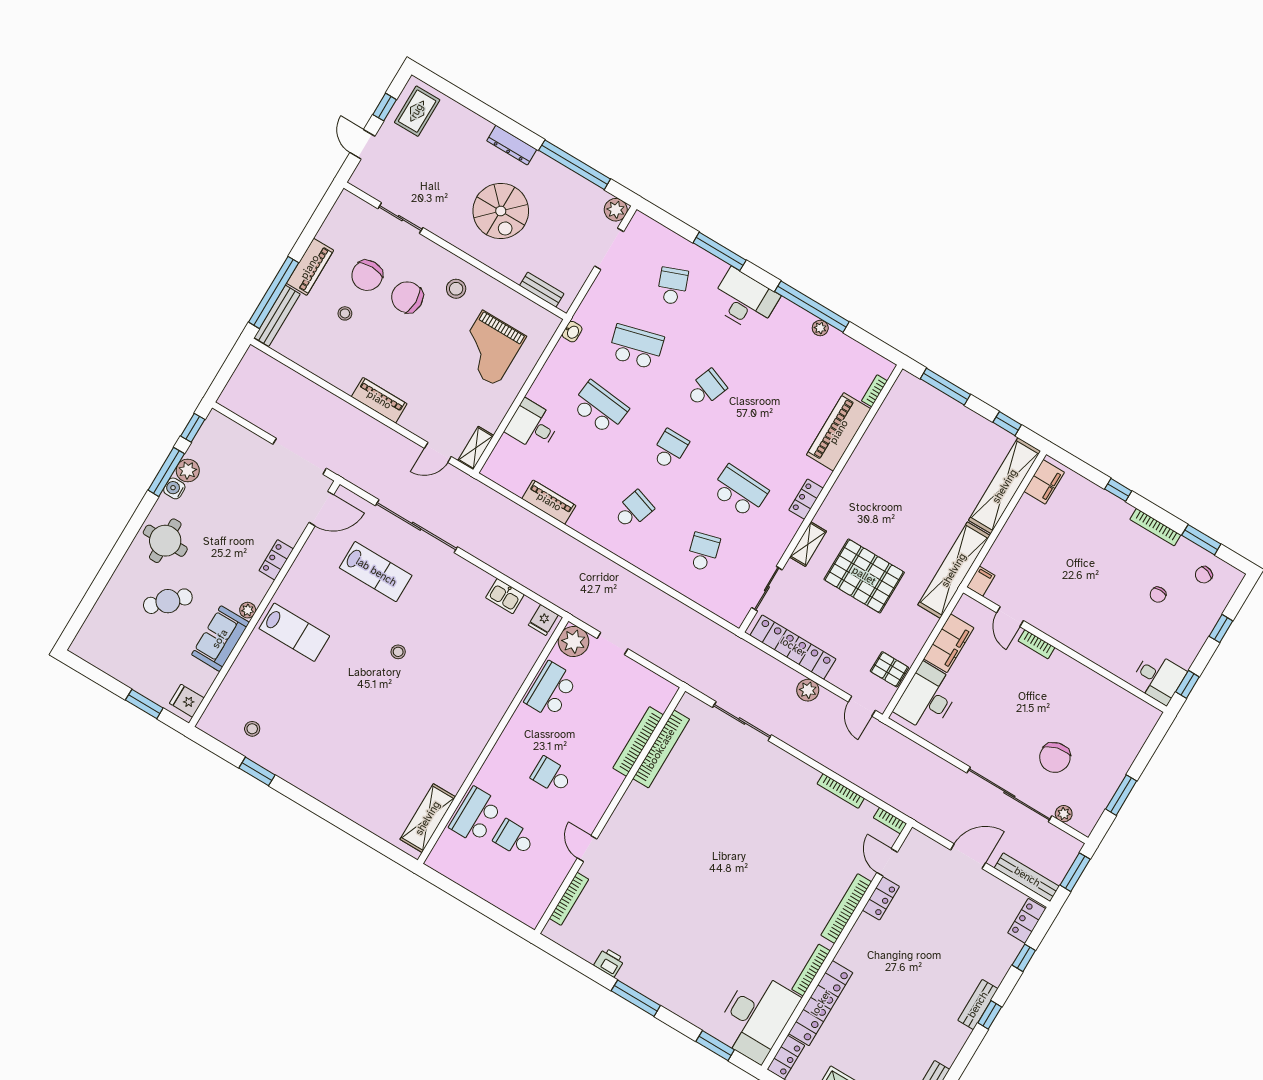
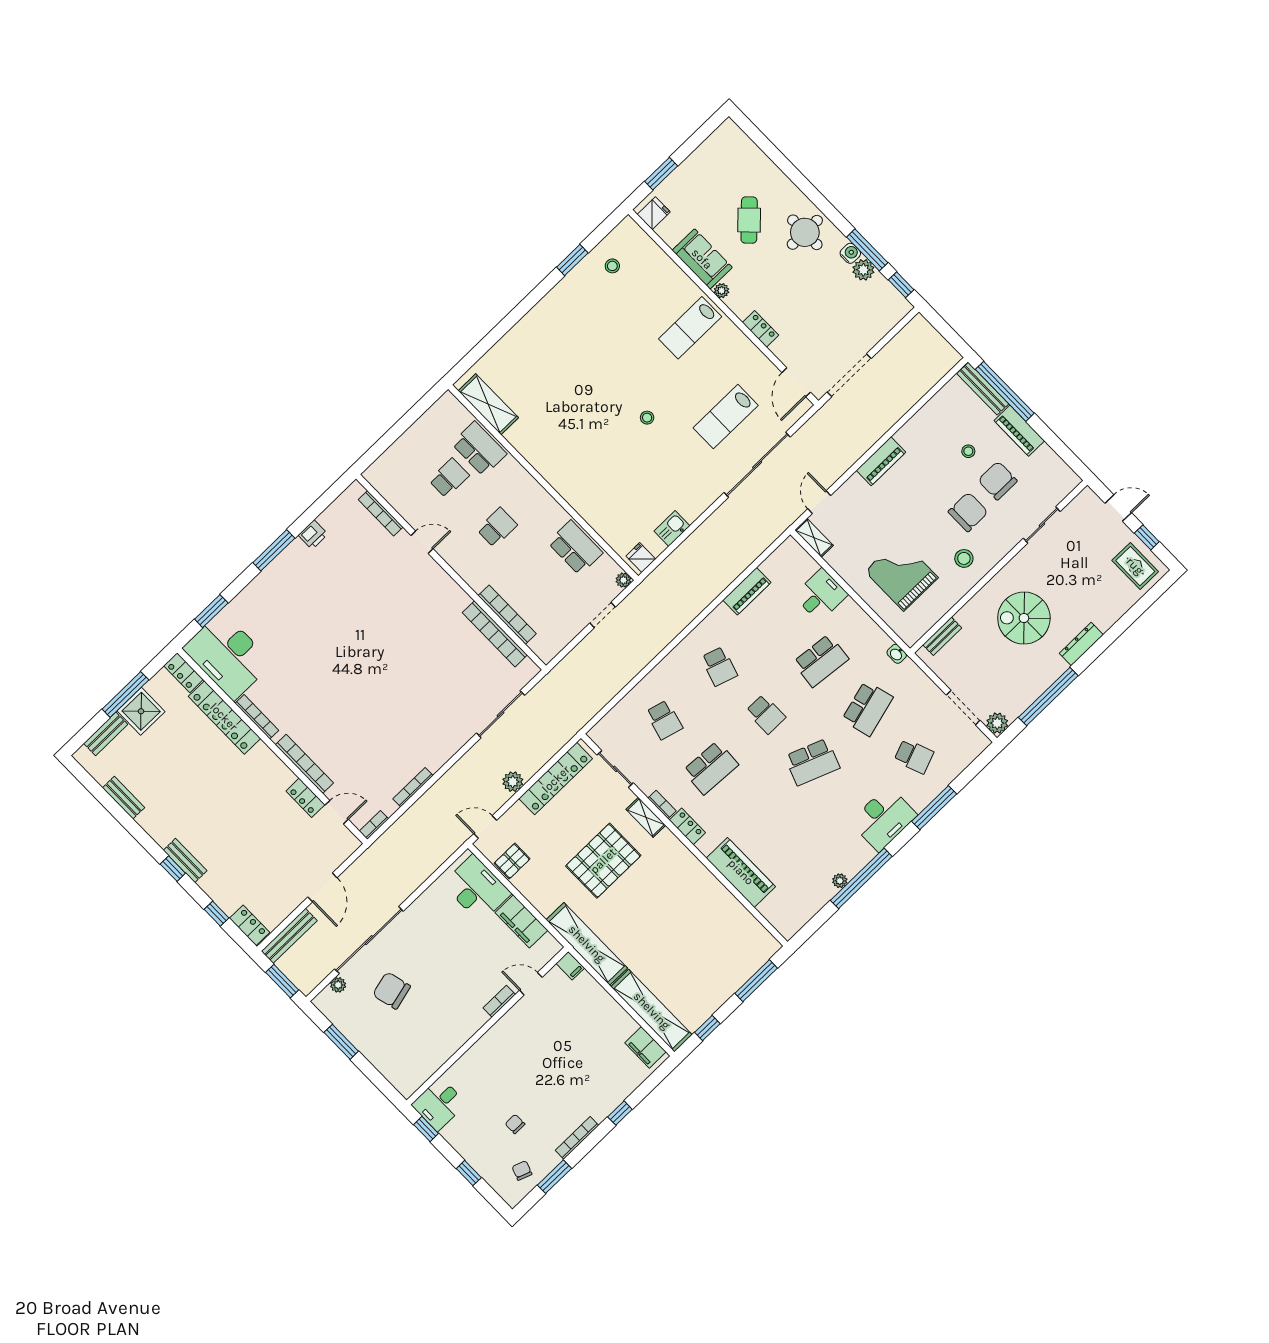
school desk: (706, 389) -> (812, 762), width x1.85
bookcase: (874, 391) -> (662, 805), moved
school desk: (703, 552) -> (664, 720), turned 30
plant: (574, 641) -> (623, 580), width x0.53, depth x0.53

